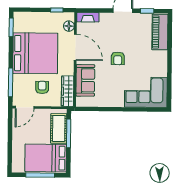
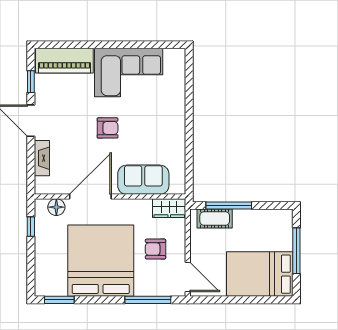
fireplace: (88, 17) -> (42, 158), moved
wardrobe: (67, 91) -> (169, 208), width x0.67
corner sofa: (146, 92) -> (129, 73), moved, turned -90
cot: (59, 128) -> (215, 219), width x0.73, depth x0.75
bed: (46, 158) -> (260, 274), moved, turned 90

